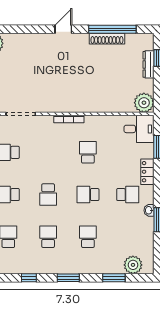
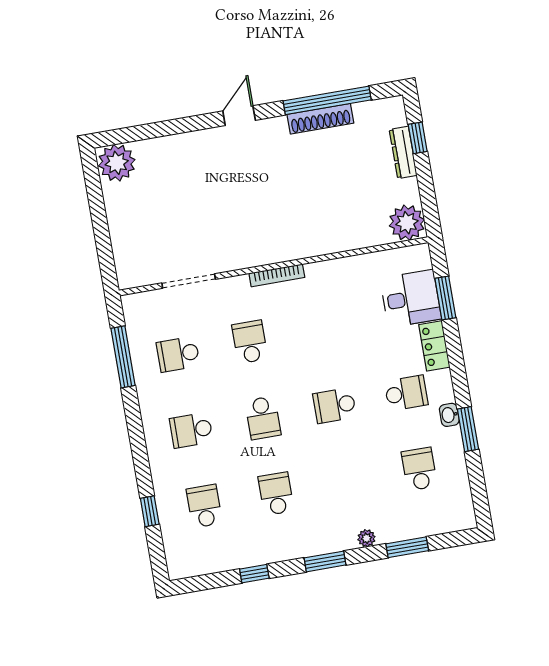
desk: (139, 129) -> (411, 299), moved
school desk: (88, 152) -> (250, 342), moved
school desk: (88, 237) -> (419, 469), moved
plant: (133, 265) -> (366, 538), moved, width x0.53, depth x0.53

